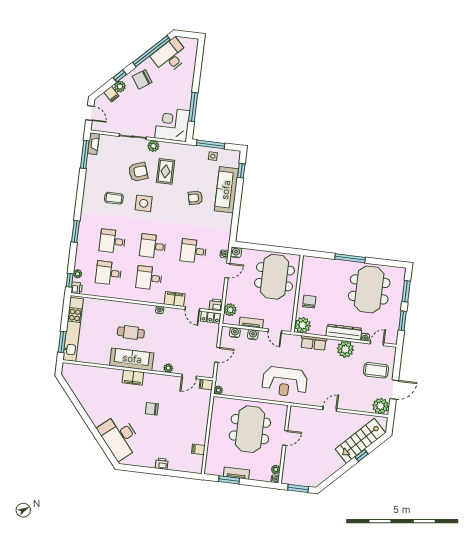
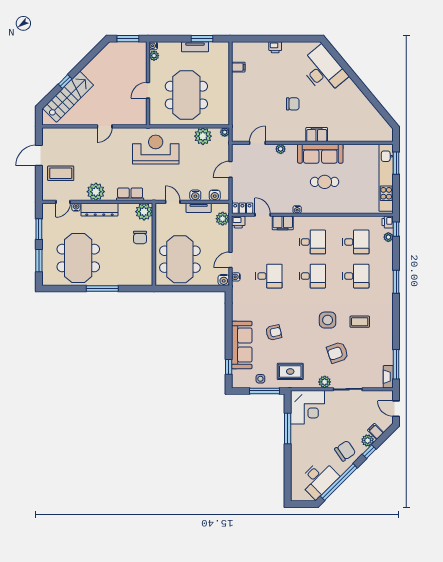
rug: (166, 171) -> (290, 371), moved, turned 90
filing cabinet: (206, 384) -> (238, 137), removed
plant: (381, 406) -> (203, 136), moved

